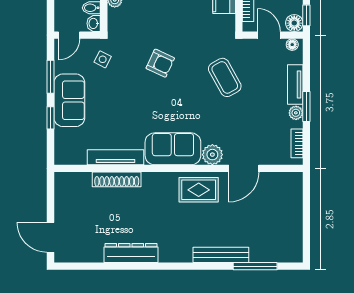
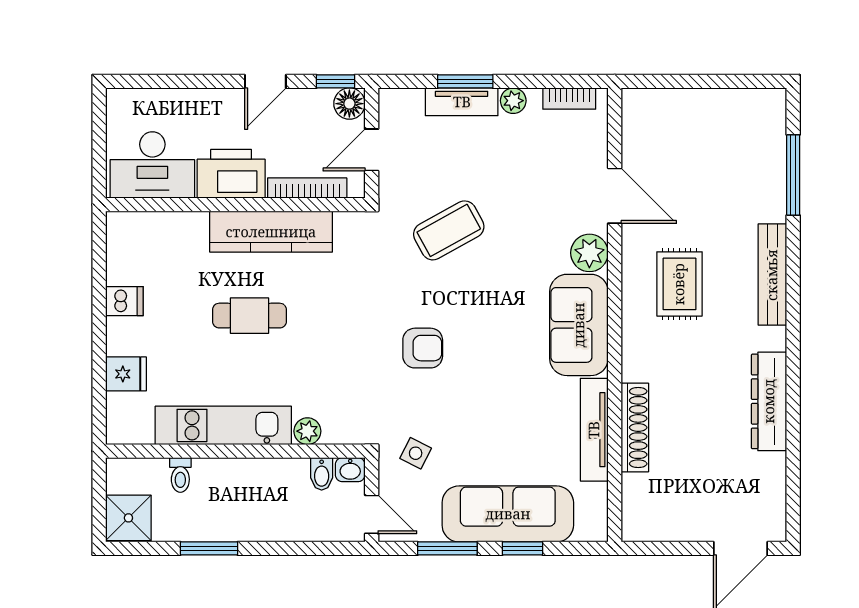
floor lamp: (292, 45) -> (389, 107), removed
armchair: (160, 63) -> (423, 348), turned 65
sofa: (69, 100) -> (508, 514), width x1.36
window: (306, 107) -> (465, 81), moved
rug: (199, 190) -> (679, 284), moved
bench: (221, 255) -> (772, 275), moved

